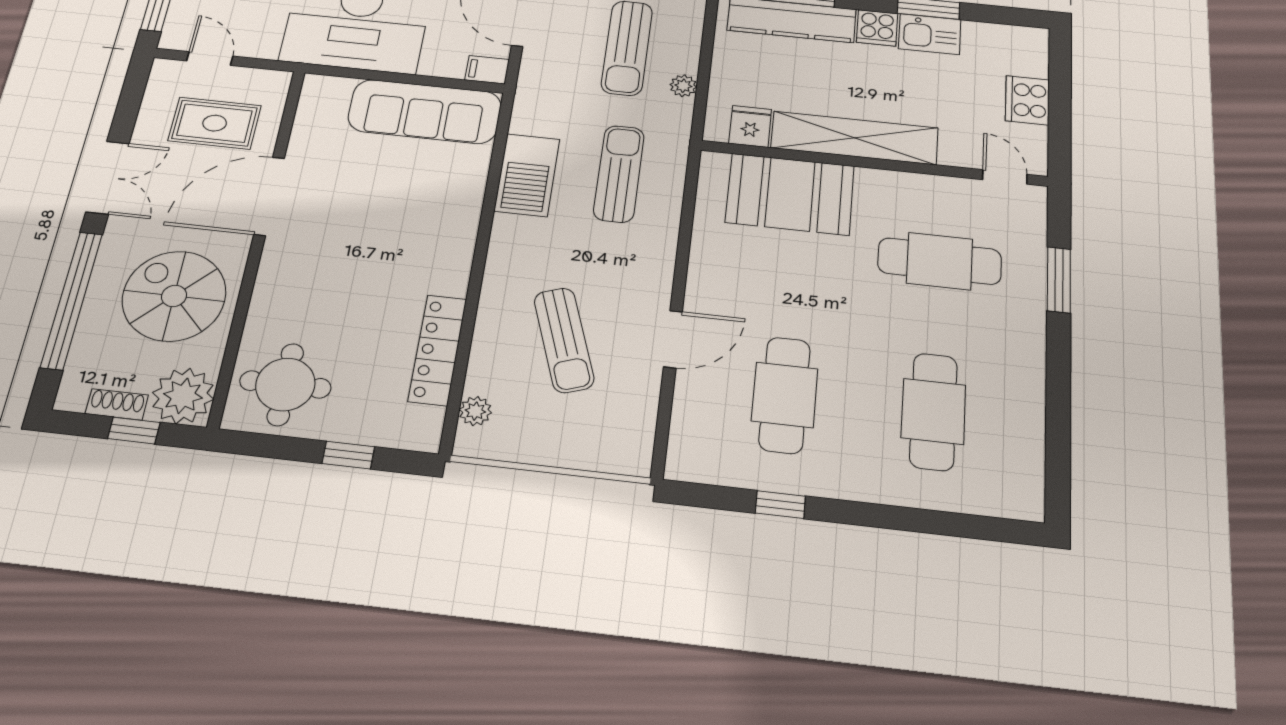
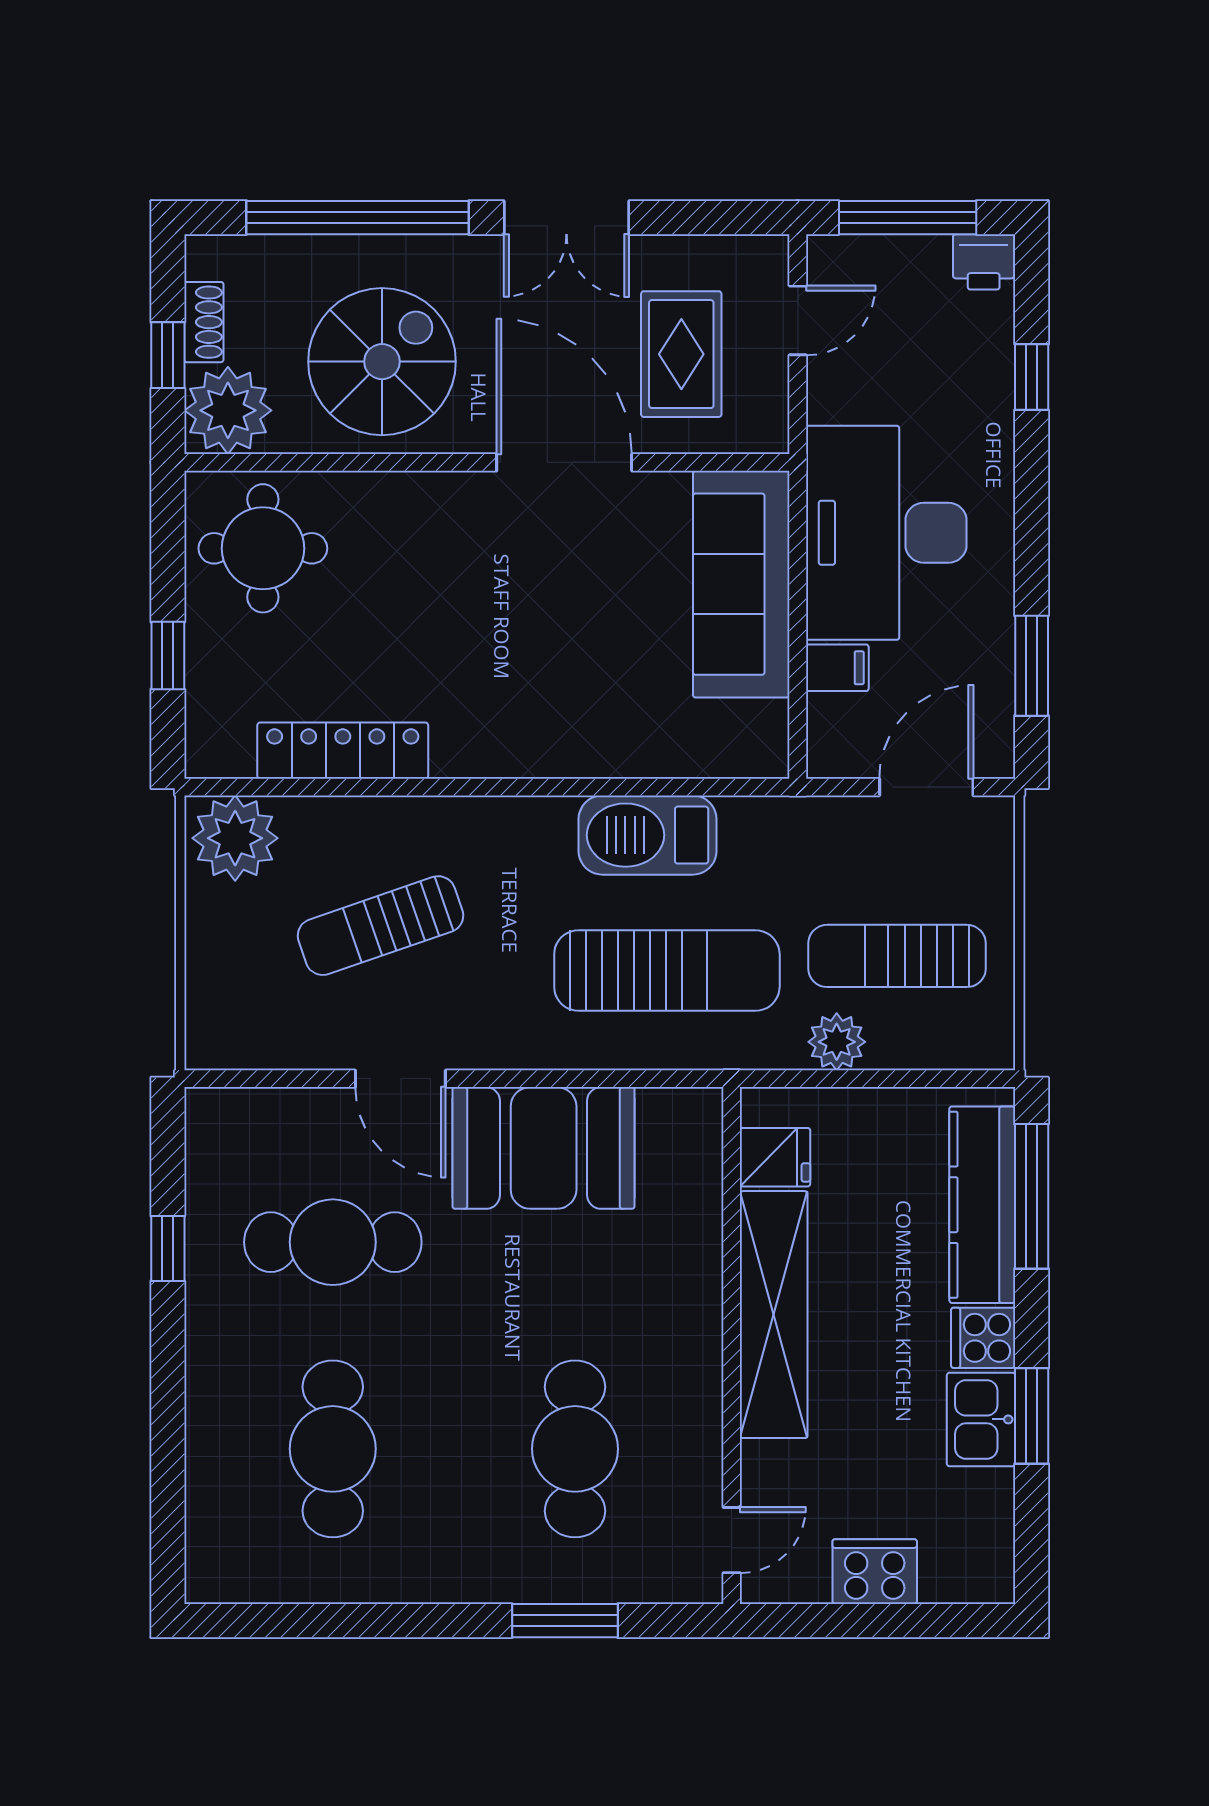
filing cabinet: (487, 70) -> (837, 668), moved, turned 90
plant: (683, 86) -> (837, 1042), width x1.38, depth x1.38
sofa: (425, 111) -> (741, 584), moved
sun lounger: (619, 174) -> (667, 971), width x1.36, depth x1.34
booth: (790, 194) -> (544, 1148), moved, turned 90
plant: (475, 411) -> (235, 838), width x1.87, depth x1.87
cafe table: (933, 411) -> (333, 1449), turned 90

